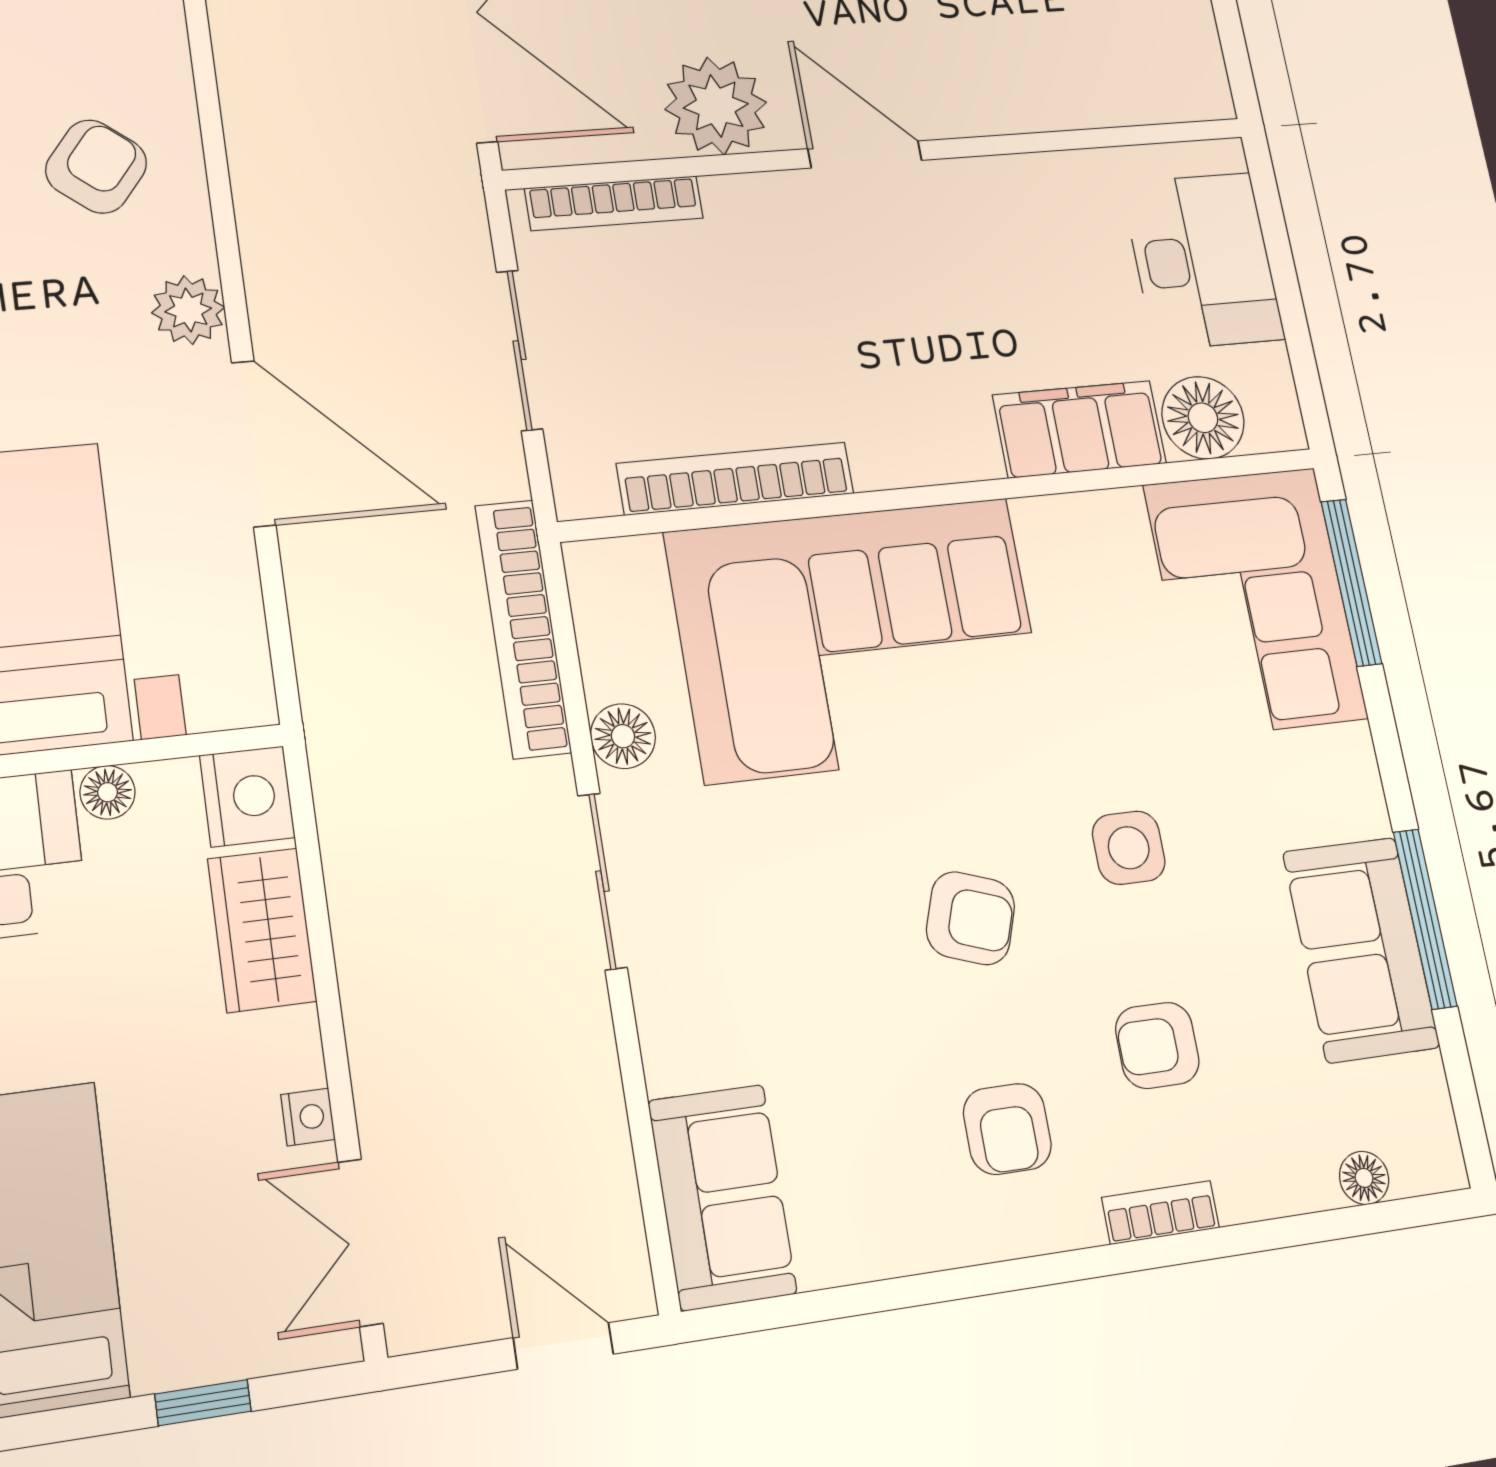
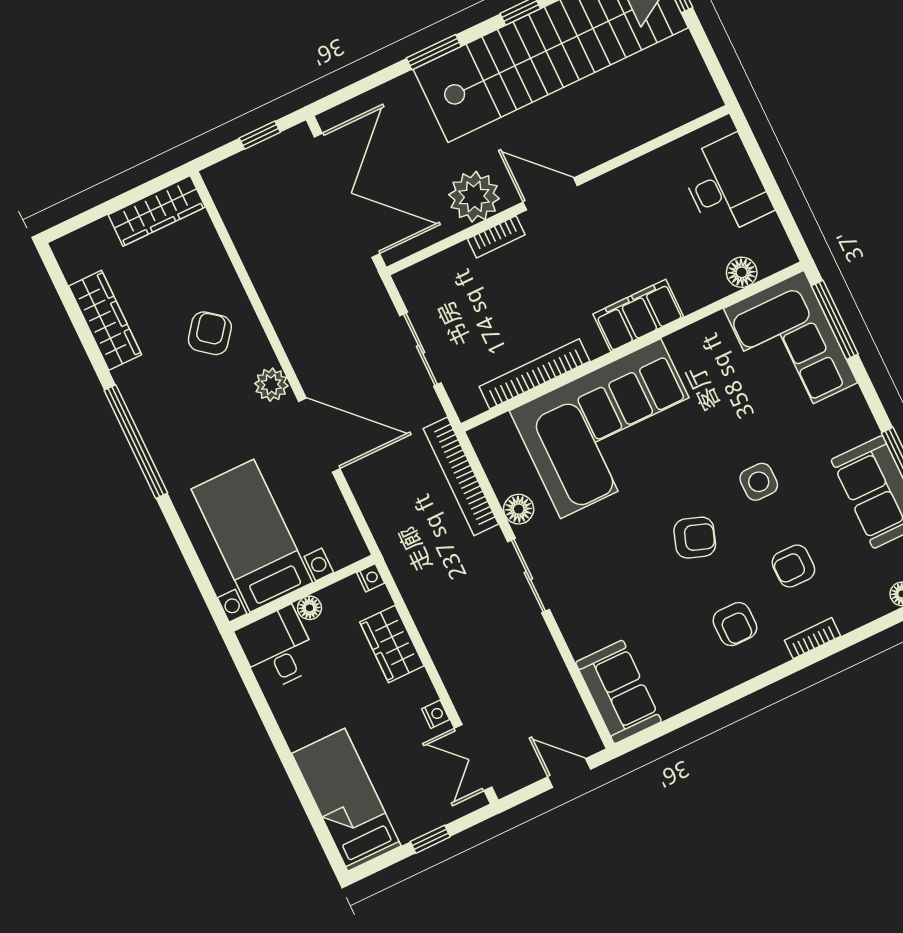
bookcase: (614, 203) -> (496, 237), moved, width x0.64
floor lamp: (1203, 418) -> (742, 272), width x0.73, depth x0.73
filing cabinet: (1079, 429) -> (638, 315), moved
nightstand: (247, 796) -> (371, 578), width x0.53, depth x0.56

